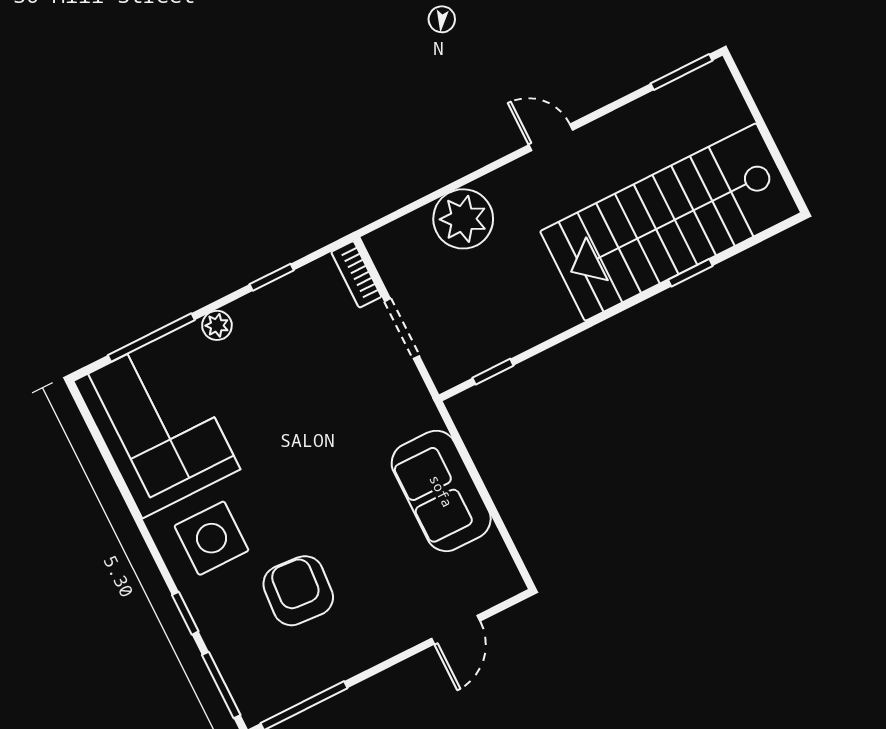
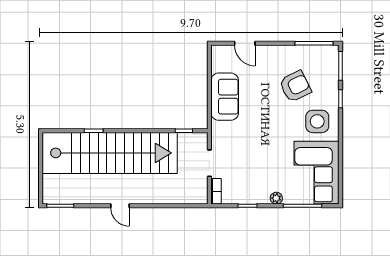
plant: (463, 219) -> (167, 192), removed
stairs: (671, 222) -> (110, 153), width x1.36
armchair: (298, 591) -> (295, 86), turned -120
door: (456, 630) -> (245, 43), swing flipped

